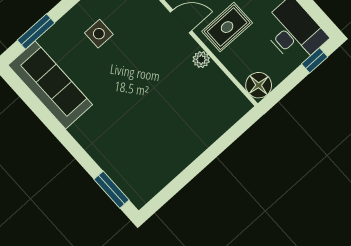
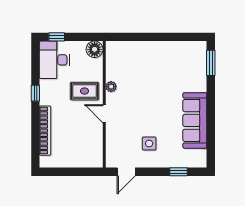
window: (36, 32) -> (179, 172), width x0.67
sofa: (50, 85) -> (195, 120), moved

